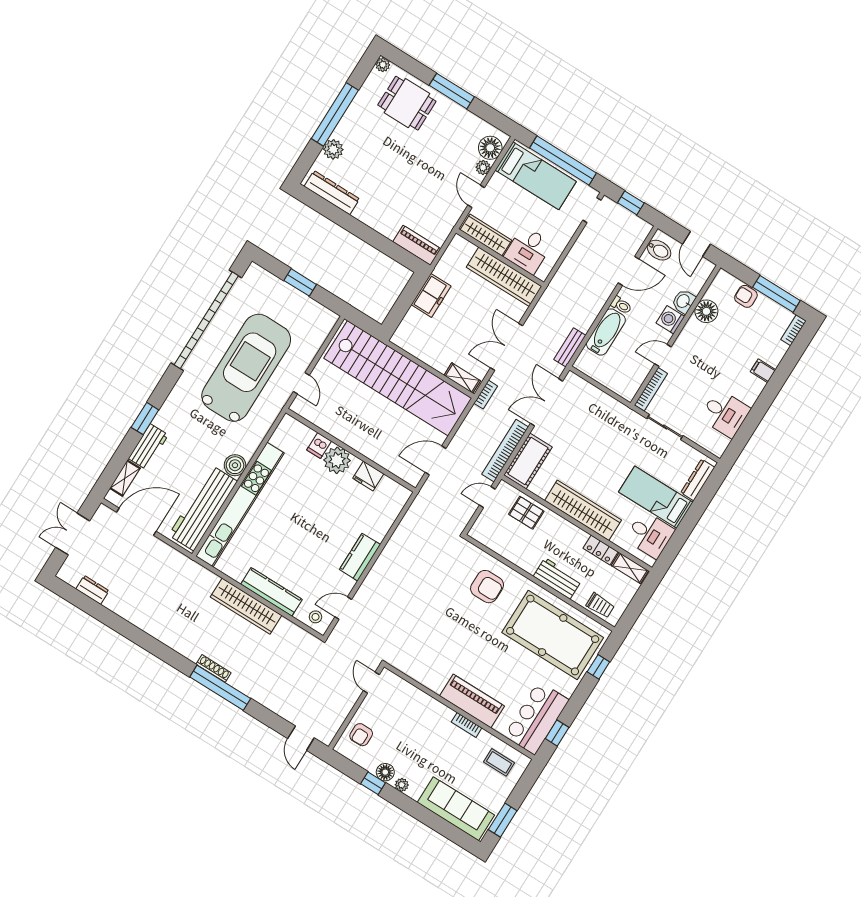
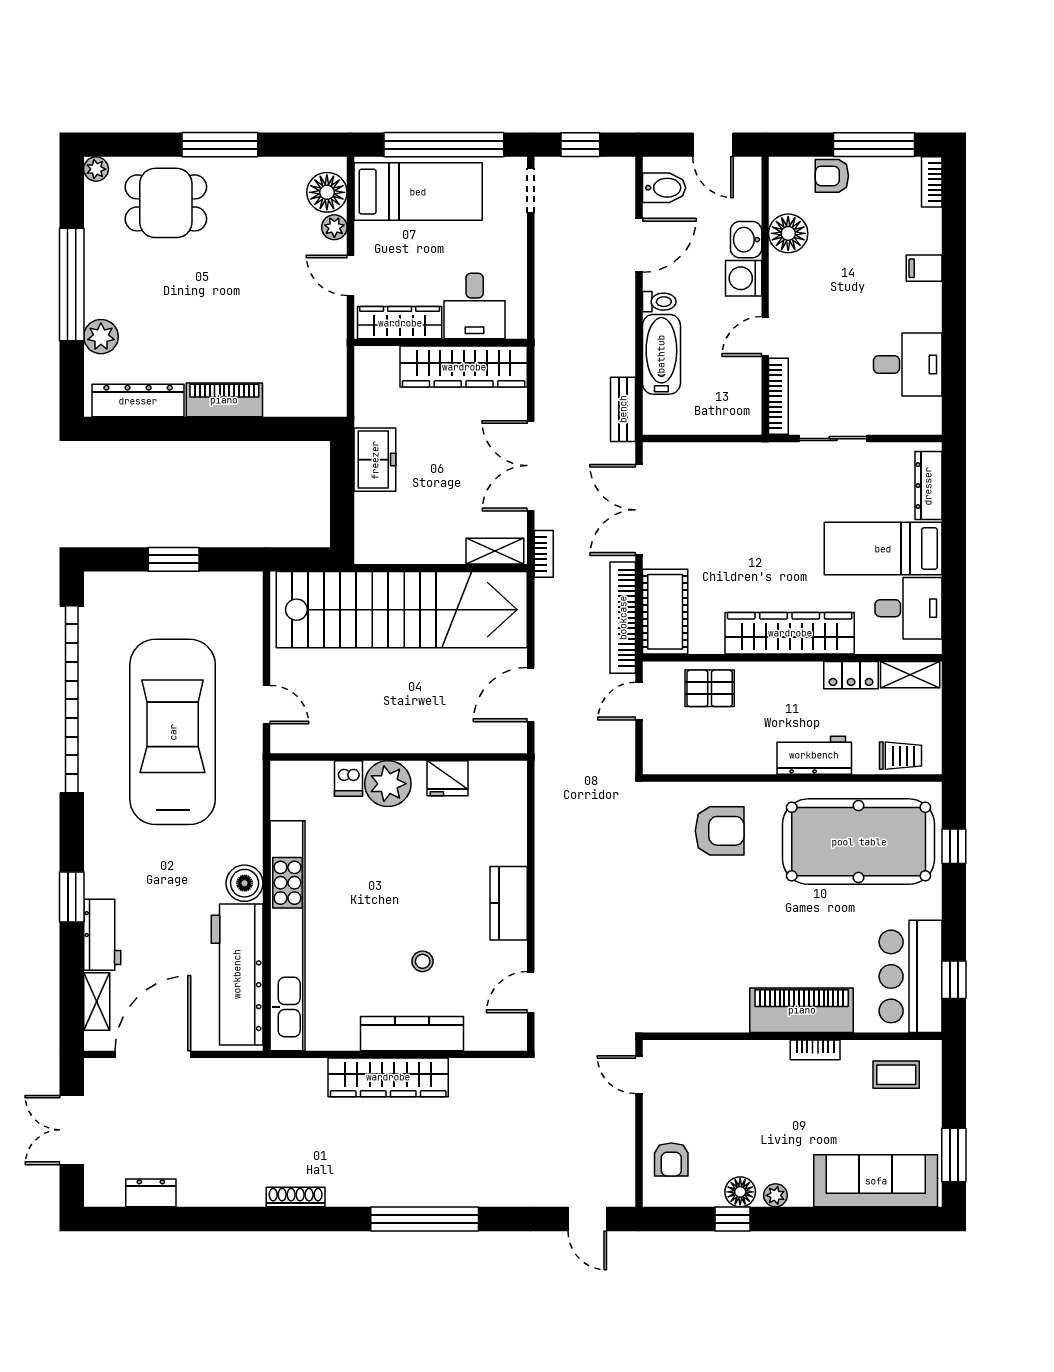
piano: (417, 245) -> (224, 400), moved
stool: (315, 617) -> (423, 961), moved
shoe rack: (214, 668) -> (296, 1197), moved

